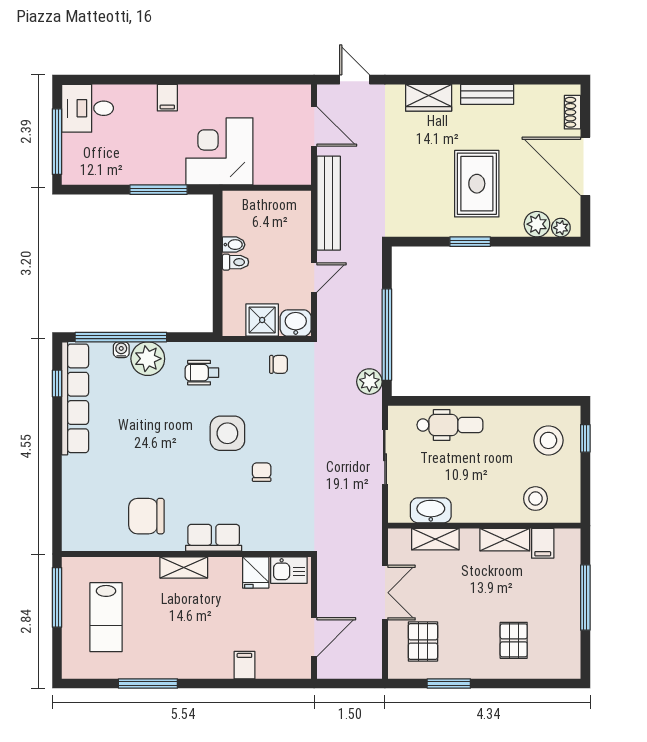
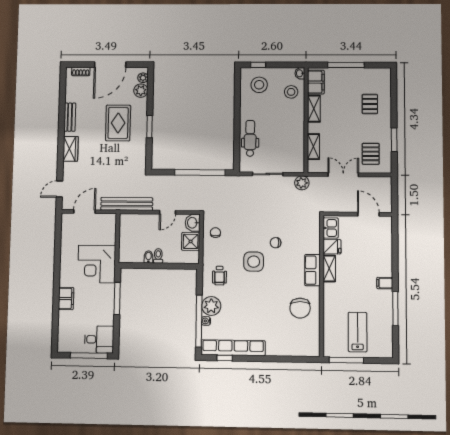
filing cabinet: (167, 98) -> (66, 298), width x2.00
desk: (88, 108) -> (99, 339), moved, turned -90
rug: (477, 184) -> (118, 123), turned 90
door: (314, 277) -> (168, 212), swing flipped
plant: (369, 382) -> (302, 183), moved
washbasin: (431, 510) -> (300, 73), moved, width x0.52, depth x0.69
filing cabinet: (543, 543) -> (316, 82), width x2.00
shelving: (184, 568) -> (329, 268), moved
lab bench: (106, 617) -> (358, 332), turned -90
pallet: (514, 640) -> (370, 104), turned 90
pallet: (423, 642) -> (371, 154), turned 90
filing cabinet: (244, 665) -> (385, 283), moved

